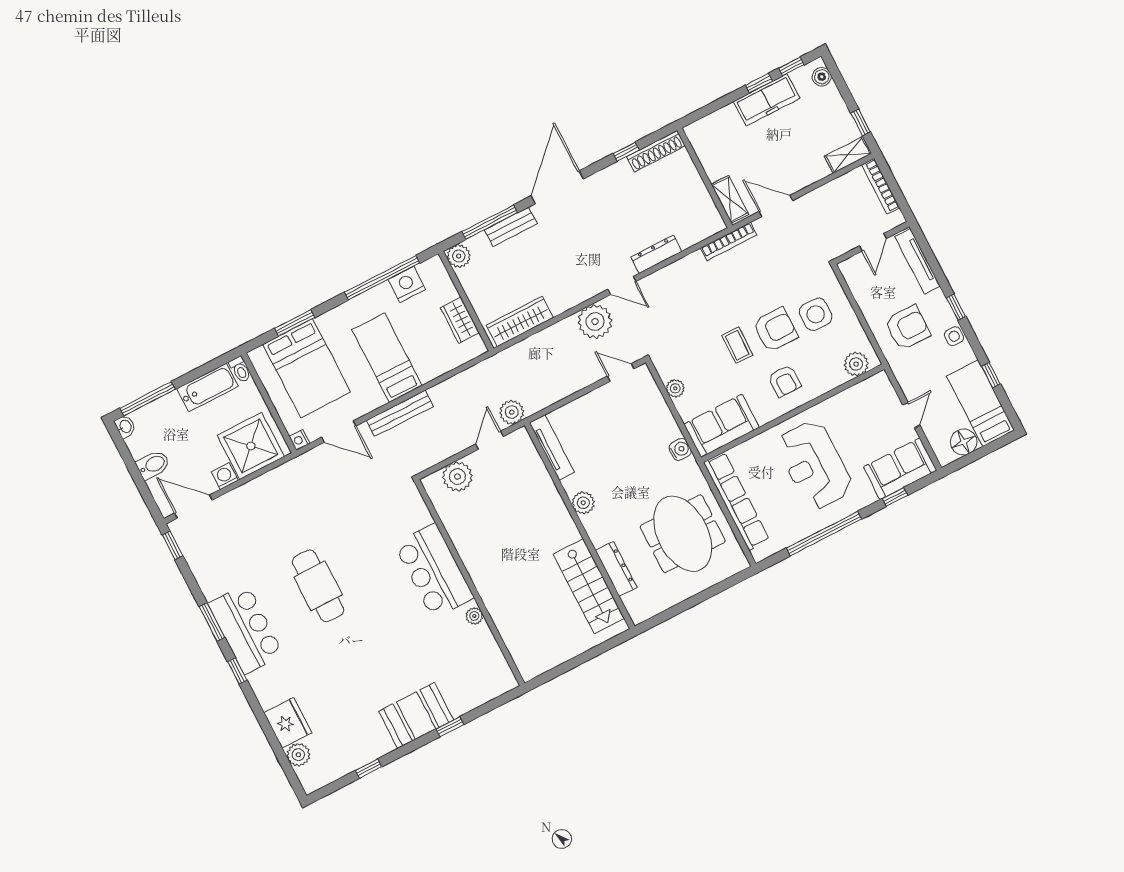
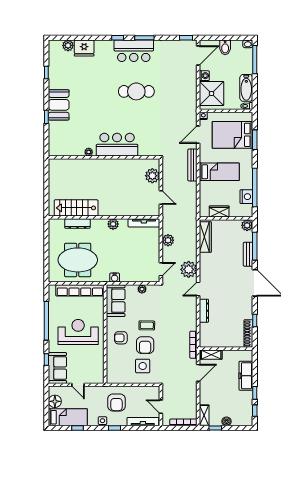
boiler: (822, 77) -> (227, 421), moved
freezer: (767, 100) -> (246, 376), moved
plant: (856, 364) -> (112, 372), removed
plant: (512, 412) -> (168, 240), moved

